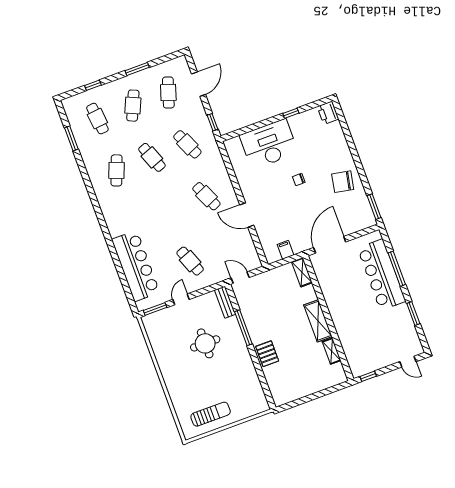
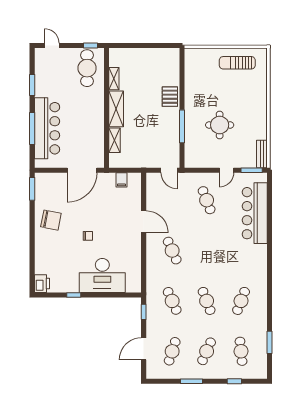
shelving: (302, 272) -> (114, 140), moved
bench: (225, 302) -> (262, 154), moved
cafe table: (363, 352) -> (87, 68), added

